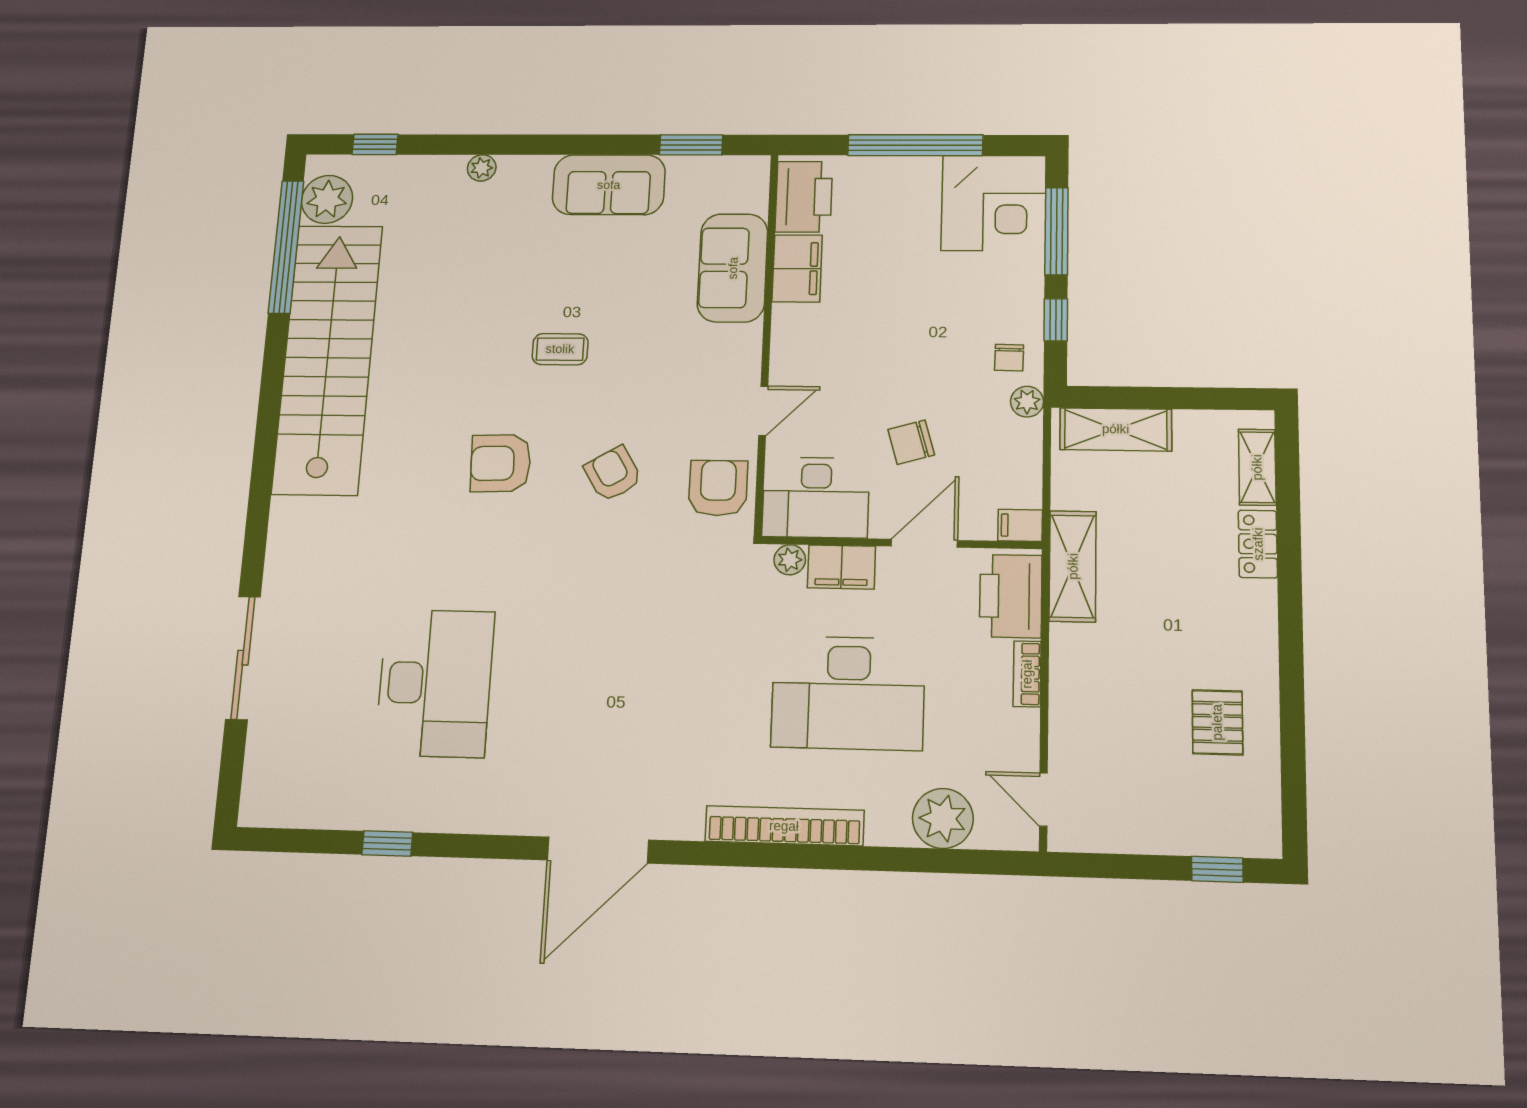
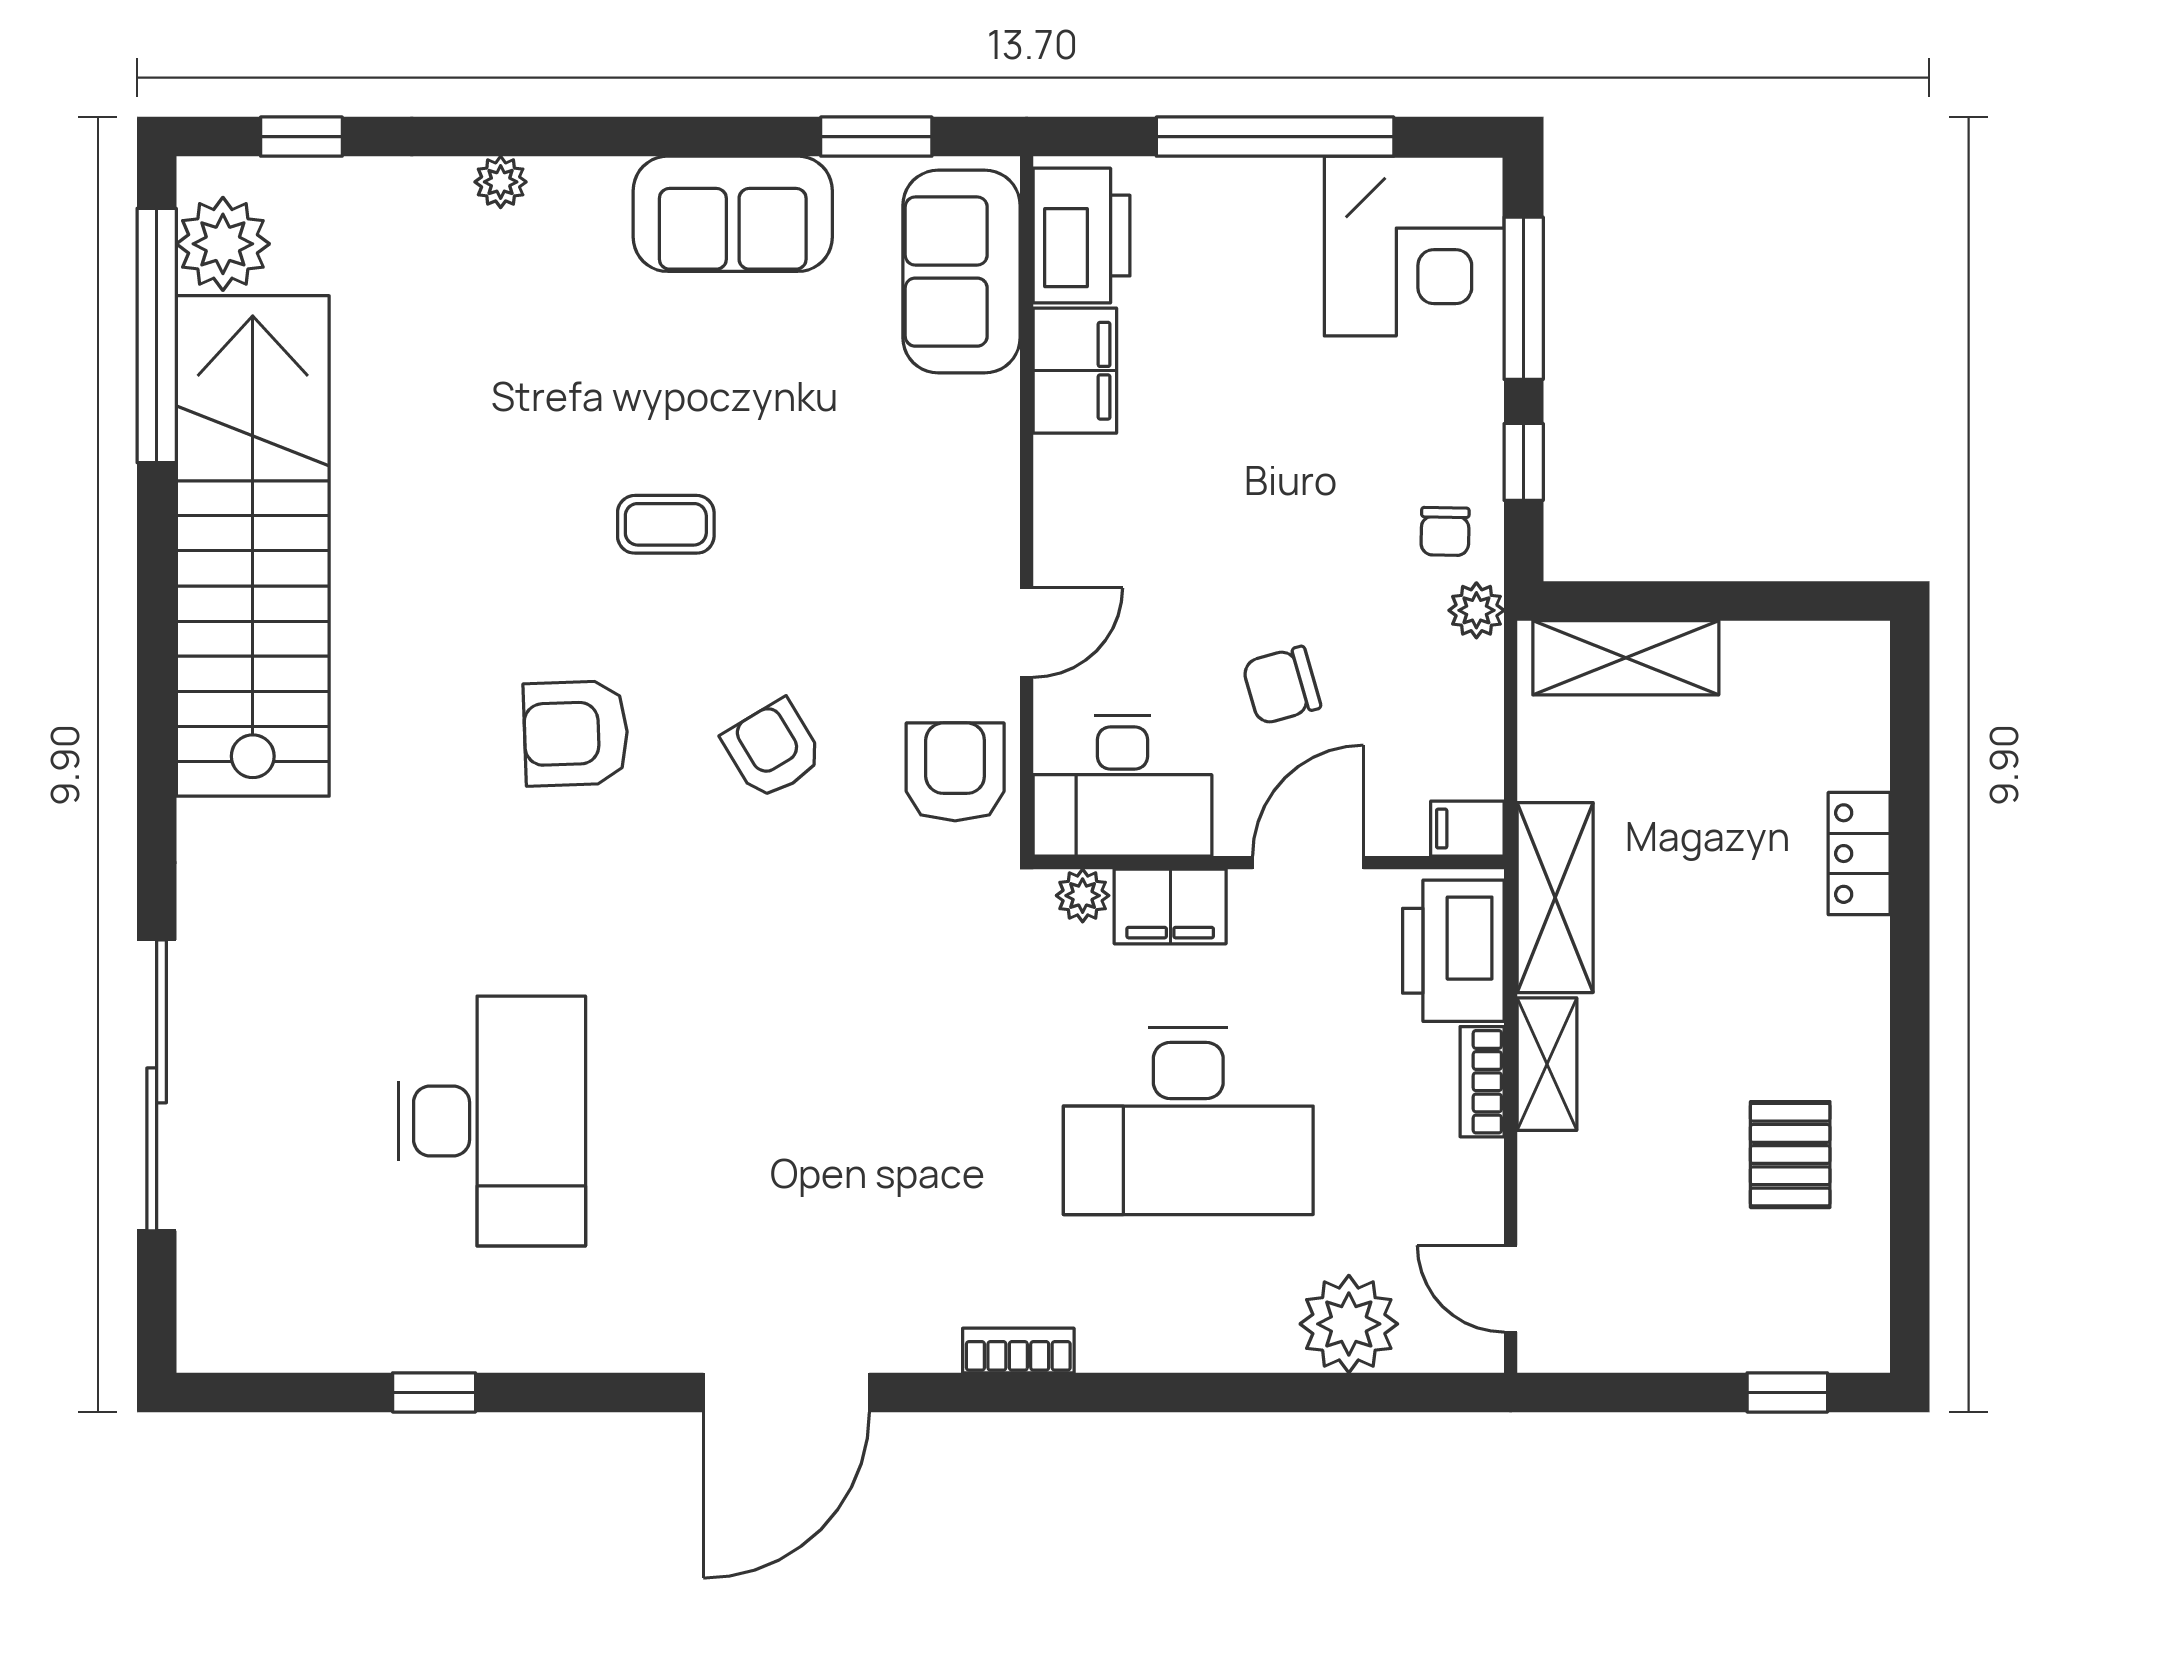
sofa: (733, 268) -> (961, 272), moved
shelving: (1257, 467) -> (1547, 1064), moved
sliding door: (243, 658) -> (157, 1085), width x1.36
bookcase: (784, 826) -> (1018, 1351), width x0.43, depth x0.76

